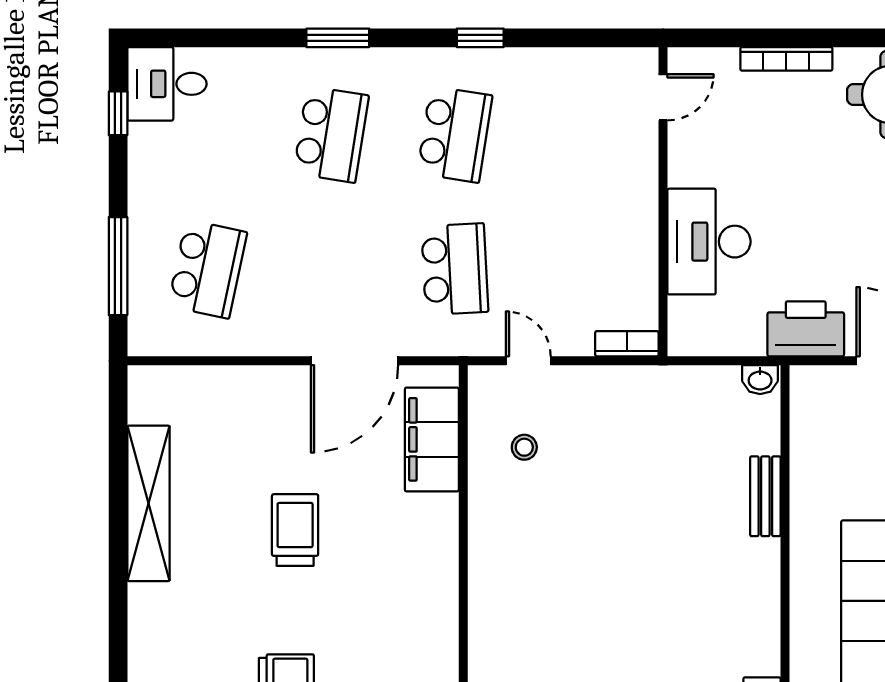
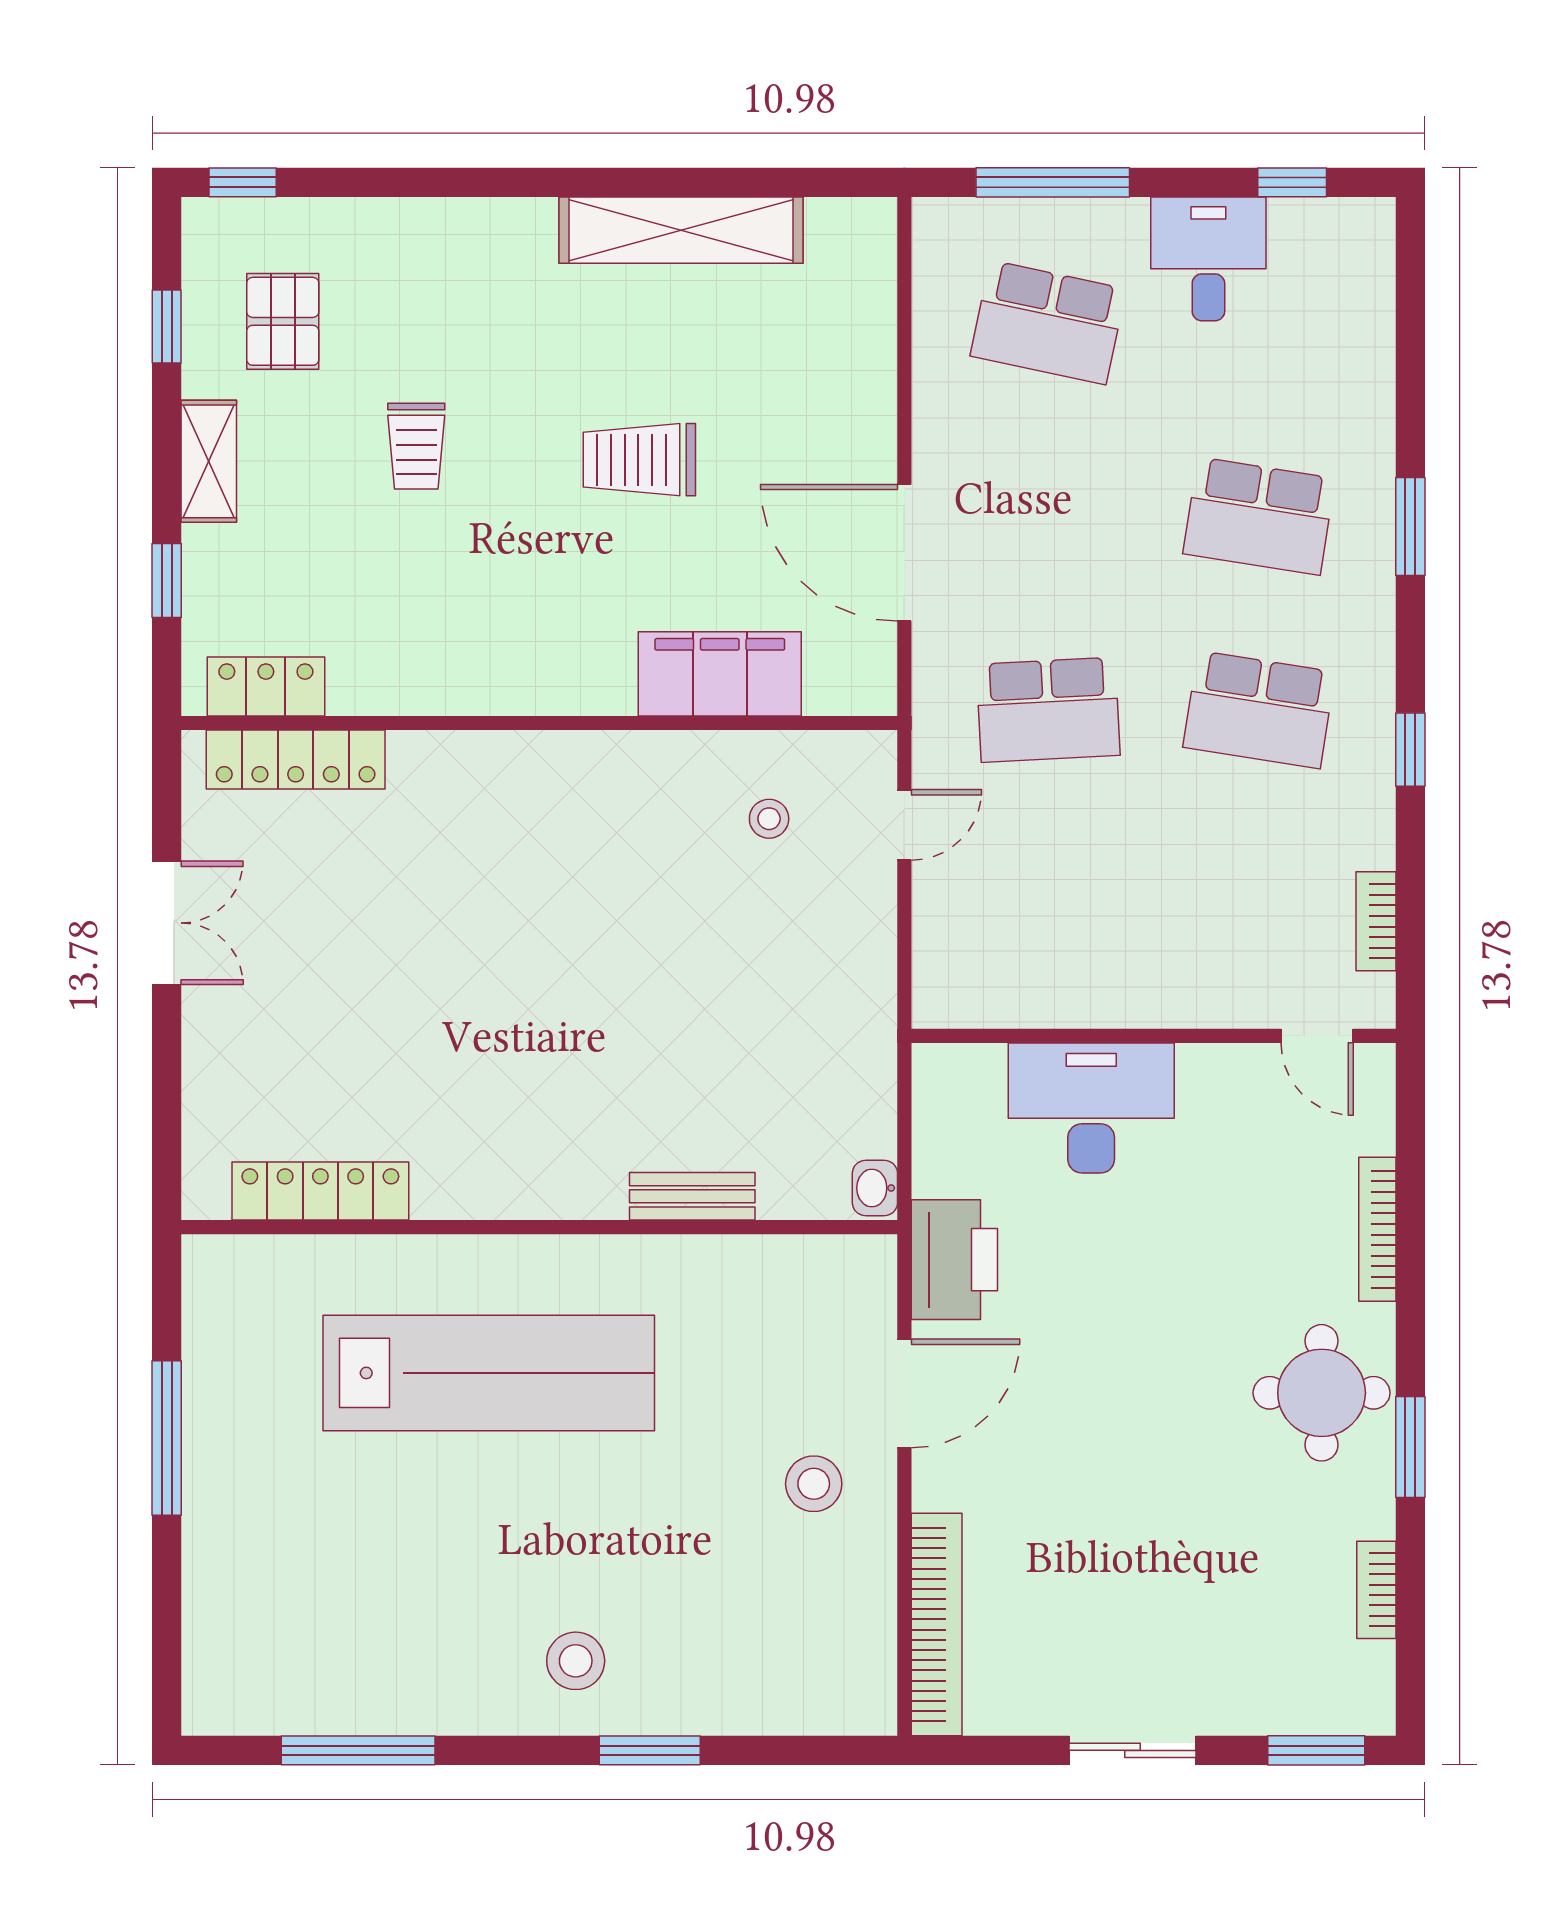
desk: (167, 84) -> (1208, 259), moved
bookcase: (627, 344) -> (1376, 921), moved, turned 180
filing cabinet: (432, 439) -> (720, 674), moved
trolley: (295, 530) -> (639, 460), turned 180

